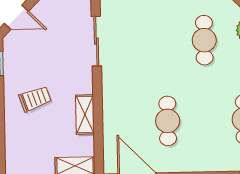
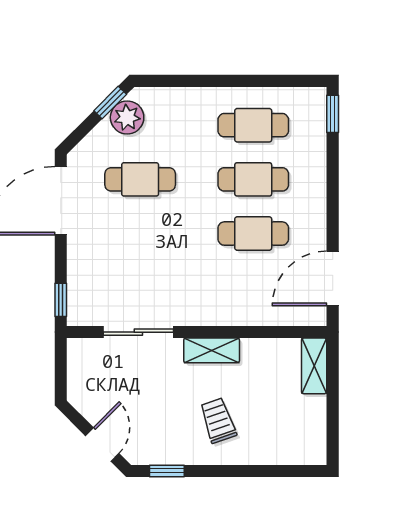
shelving: (85, 114) -> (212, 350), moved
cafe table: (206, 120) -> (253, 179), added

